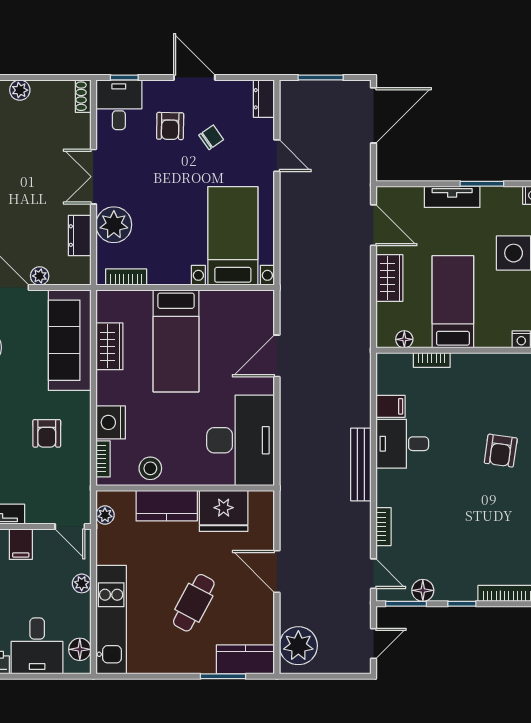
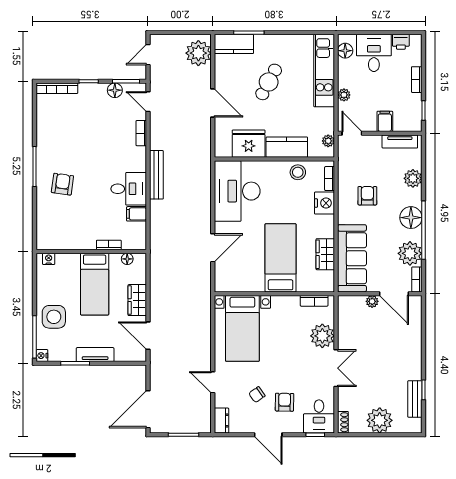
plant: (20, 90) -> (380, 420), width x1.88, depth x1.88
dresser: (80, 236) -> (345, 329), removed

